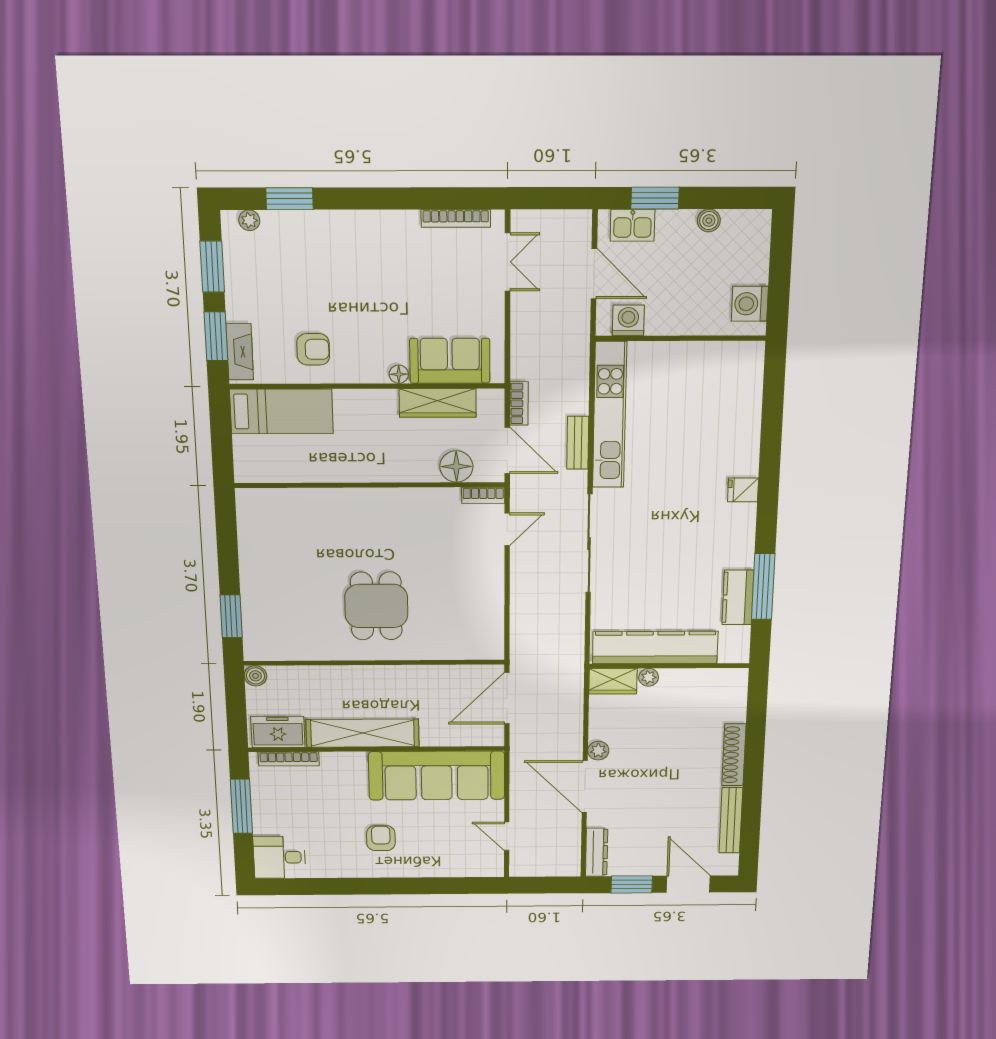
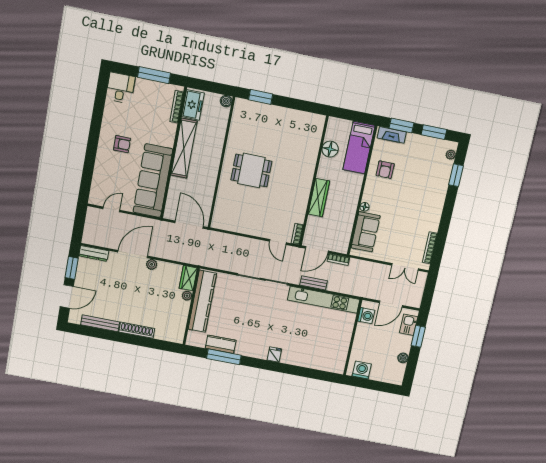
wardrobe: (438, 403) -> (319, 198), moved, turned 180
floor lamp: (456, 467) -> (330, 149), moved

